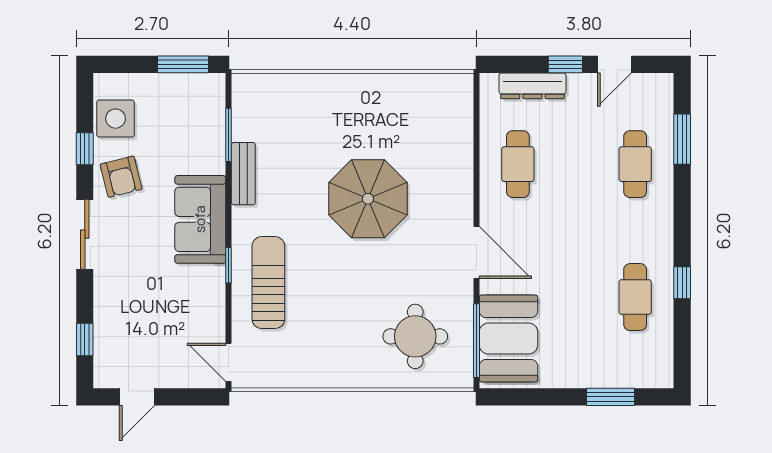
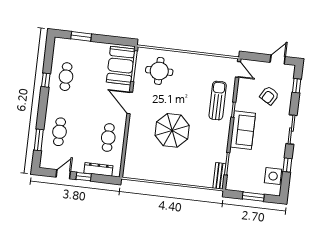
window: (183, 64) -> (253, 197), moved
bench: (243, 174) -> (219, 176), moved
armchair: (121, 177) -> (269, 96), moved, turned -135
sun lounger: (268, 283) -> (218, 100), turned 180

